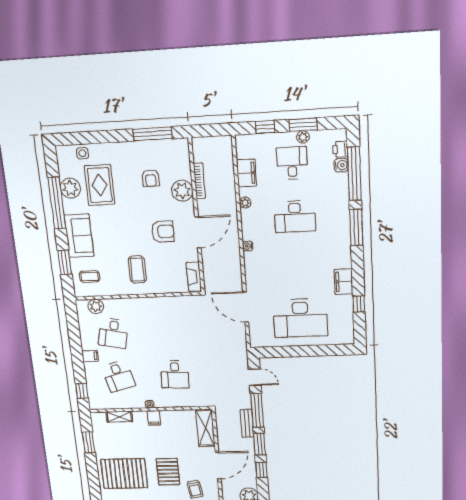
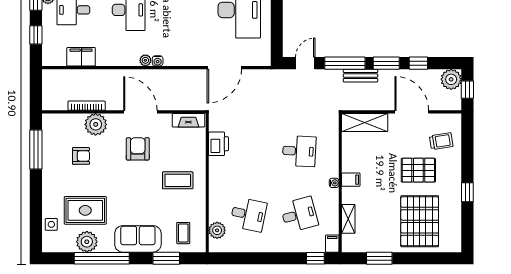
plant: (245, 203) -> (145, 60), moved
printer: (175, 305) -> (219, 144), added
filing cabinet: (90, 356) -> (332, 244), moved

